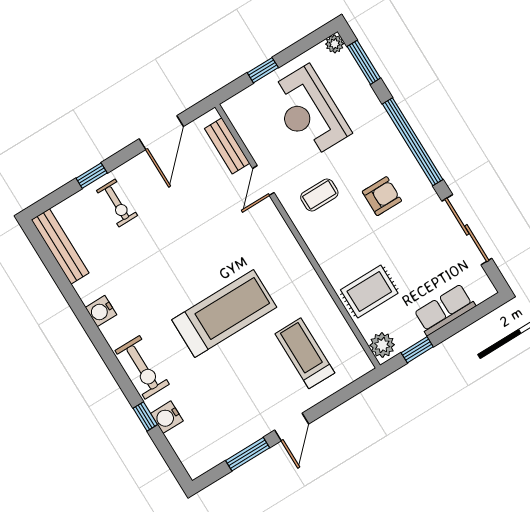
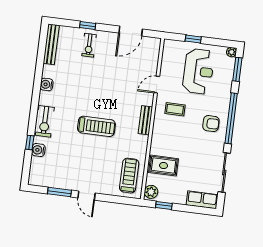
reception desk: (309, 112) -> (198, 71), turned 180
bench: (227, 146) -> (145, 120), moved
armchair: (382, 196) -> (211, 124), moved
row of seats: (445, 310) -> (202, 200), moved
treadmill: (224, 313) -> (96, 126), width x0.73, depth x0.73
treadmill: (305, 353) -> (129, 176), moved
door: (292, 427) -> (87, 196), hinge flipped

